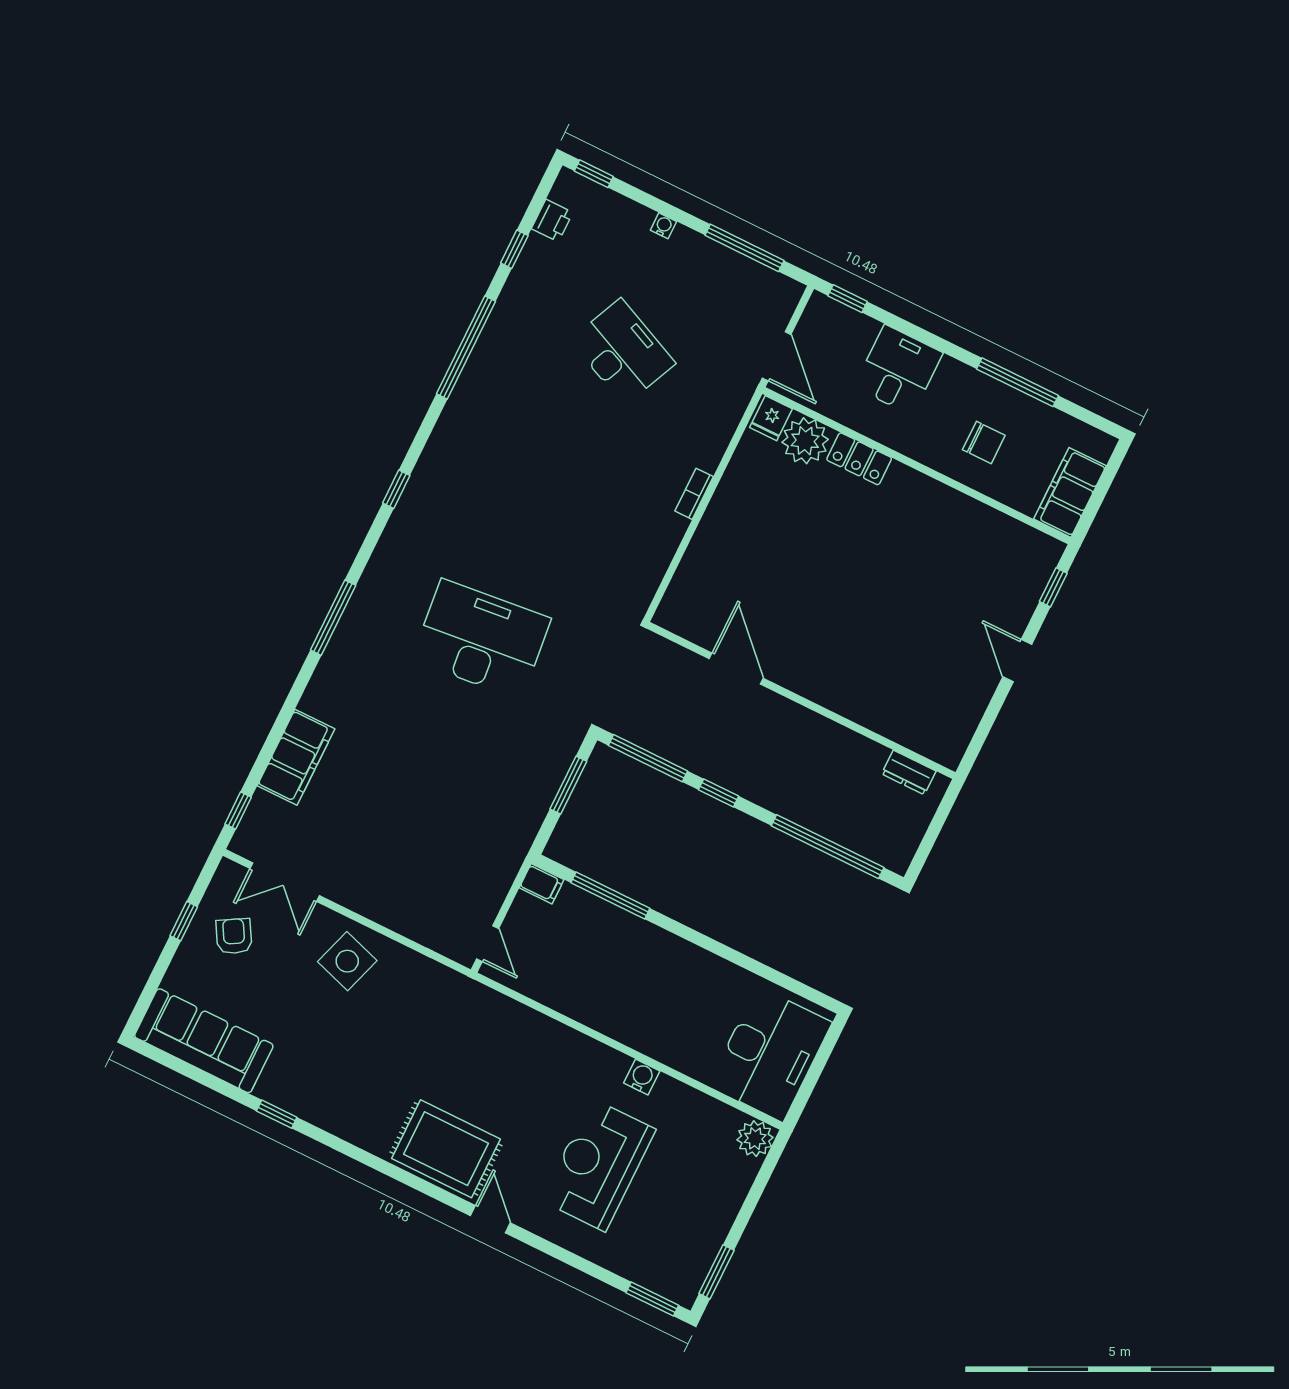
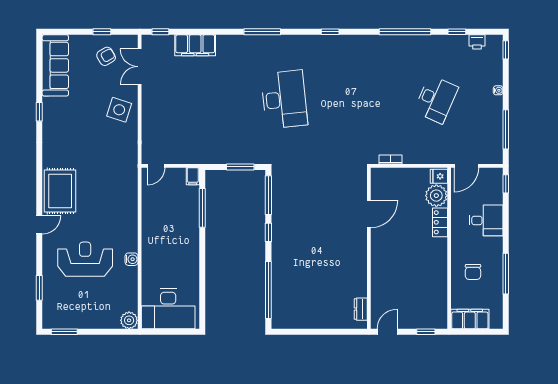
door: (736, 669) -> (369, 214), moved
wall: (801, 700) -> (369, 248), moved
dresser: (909, 772) -> (361, 309), moved
window: (652, 1299) -> (39, 288), moved

